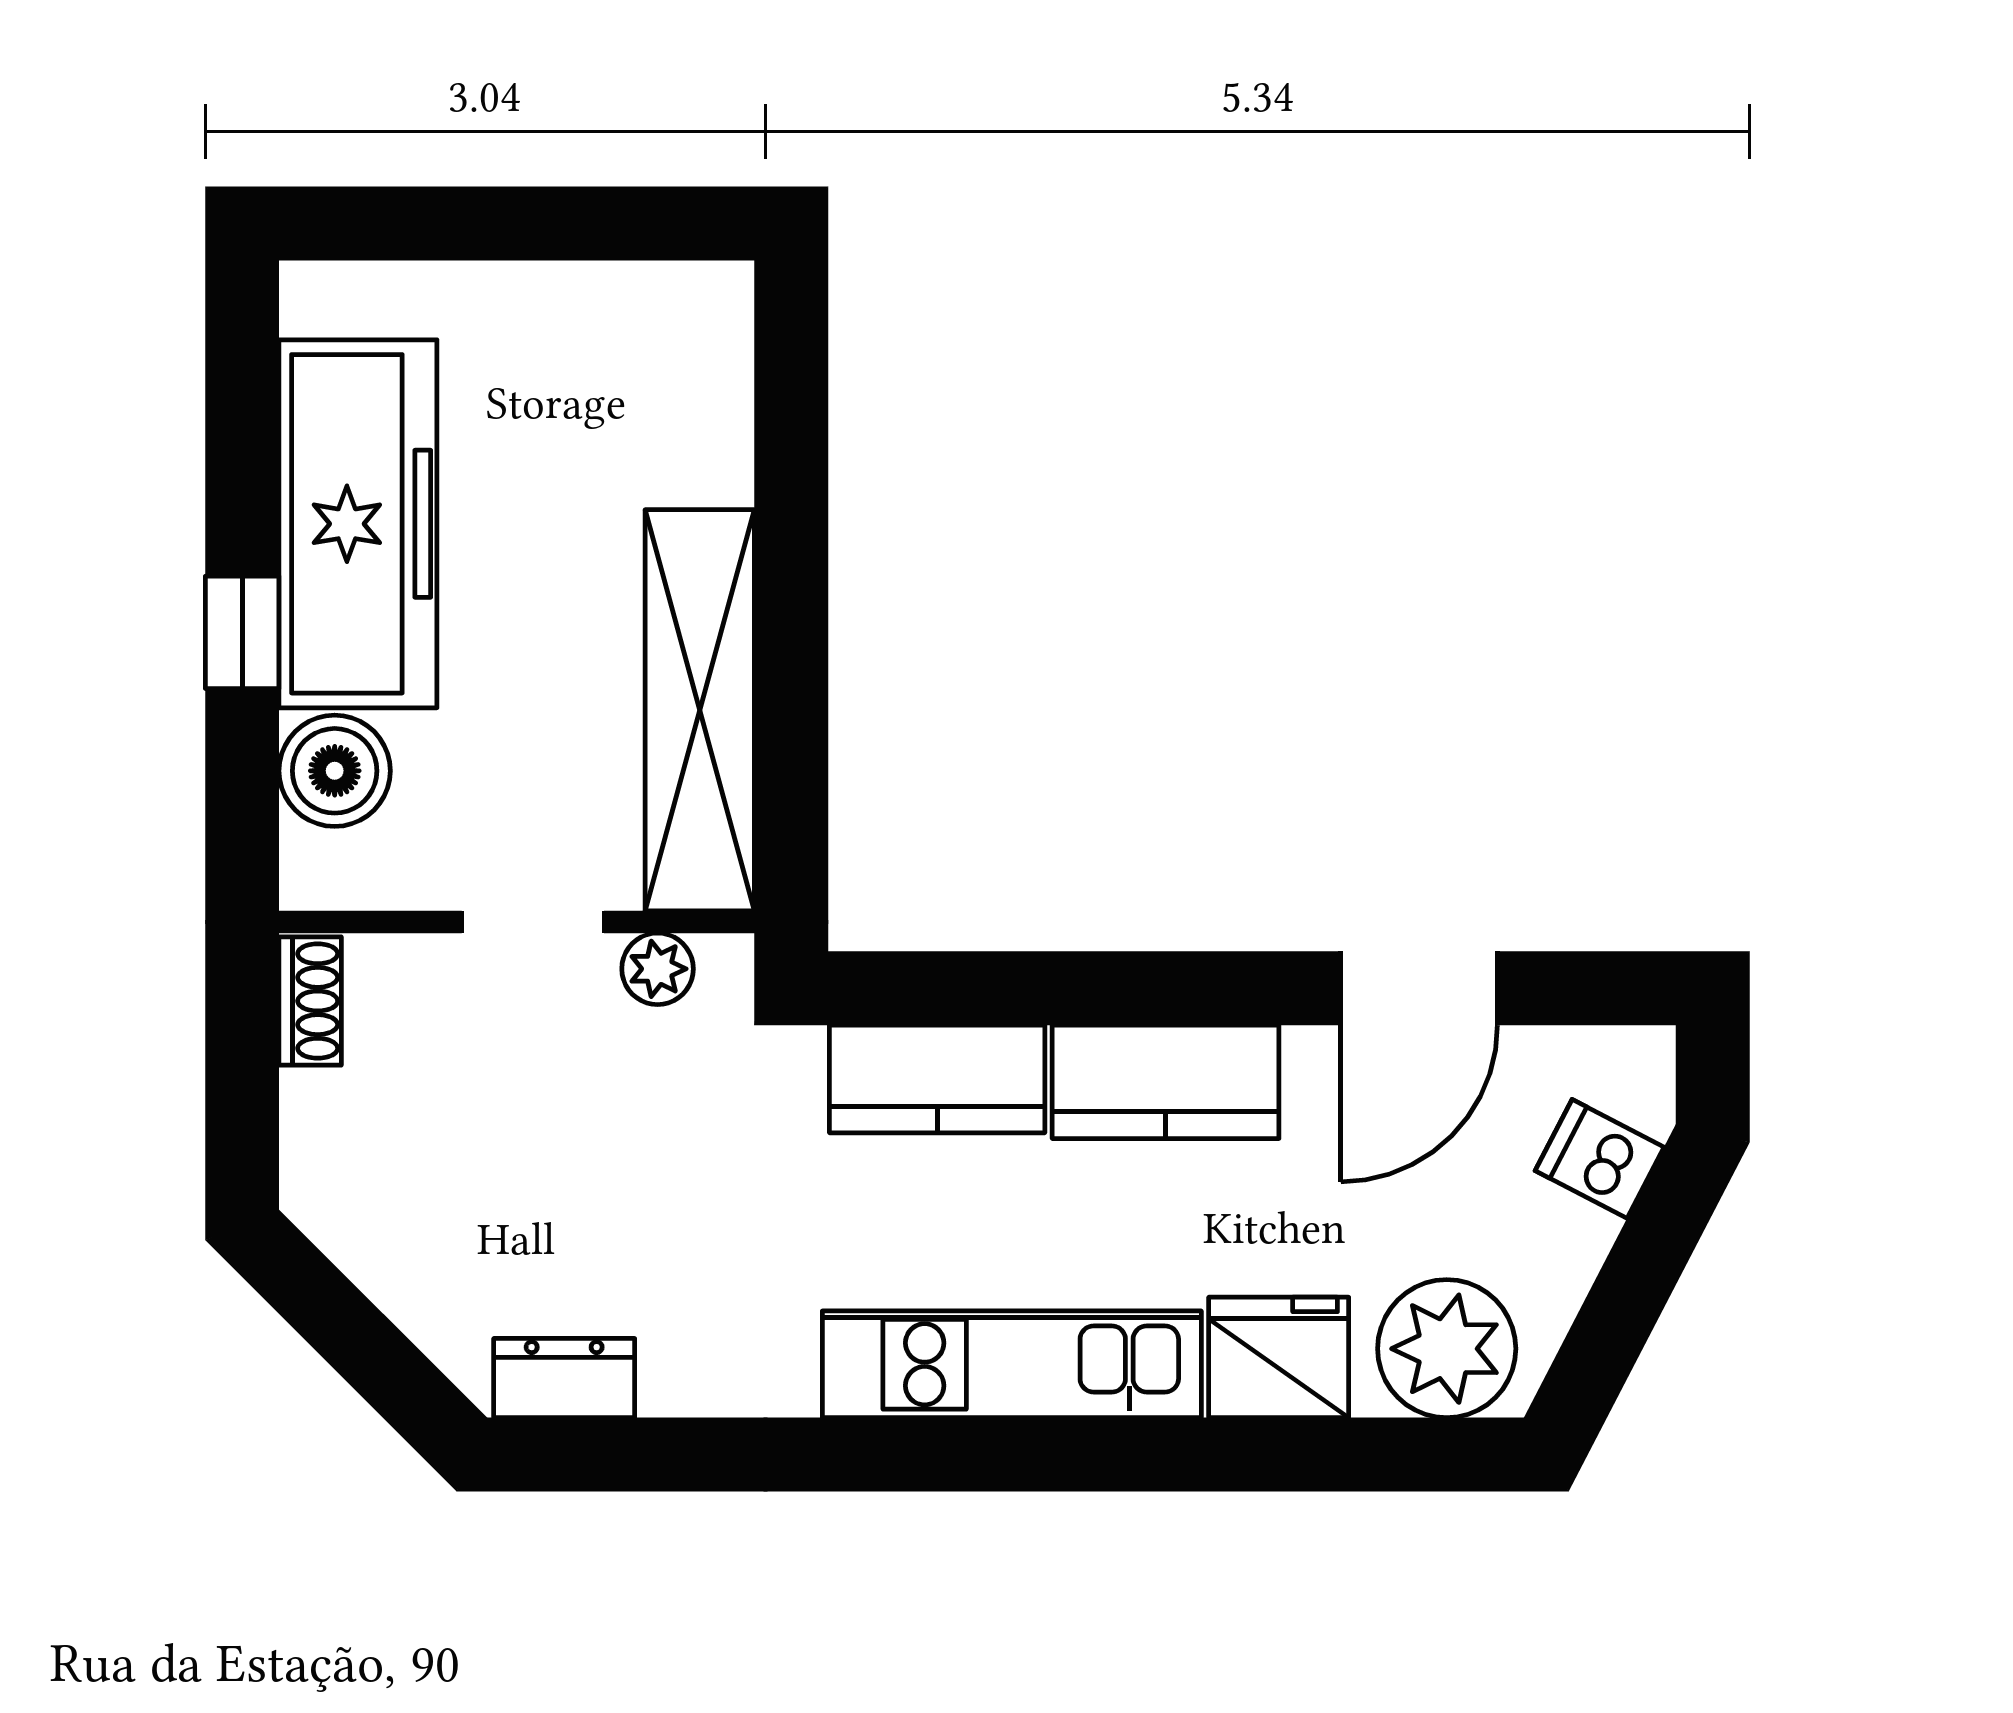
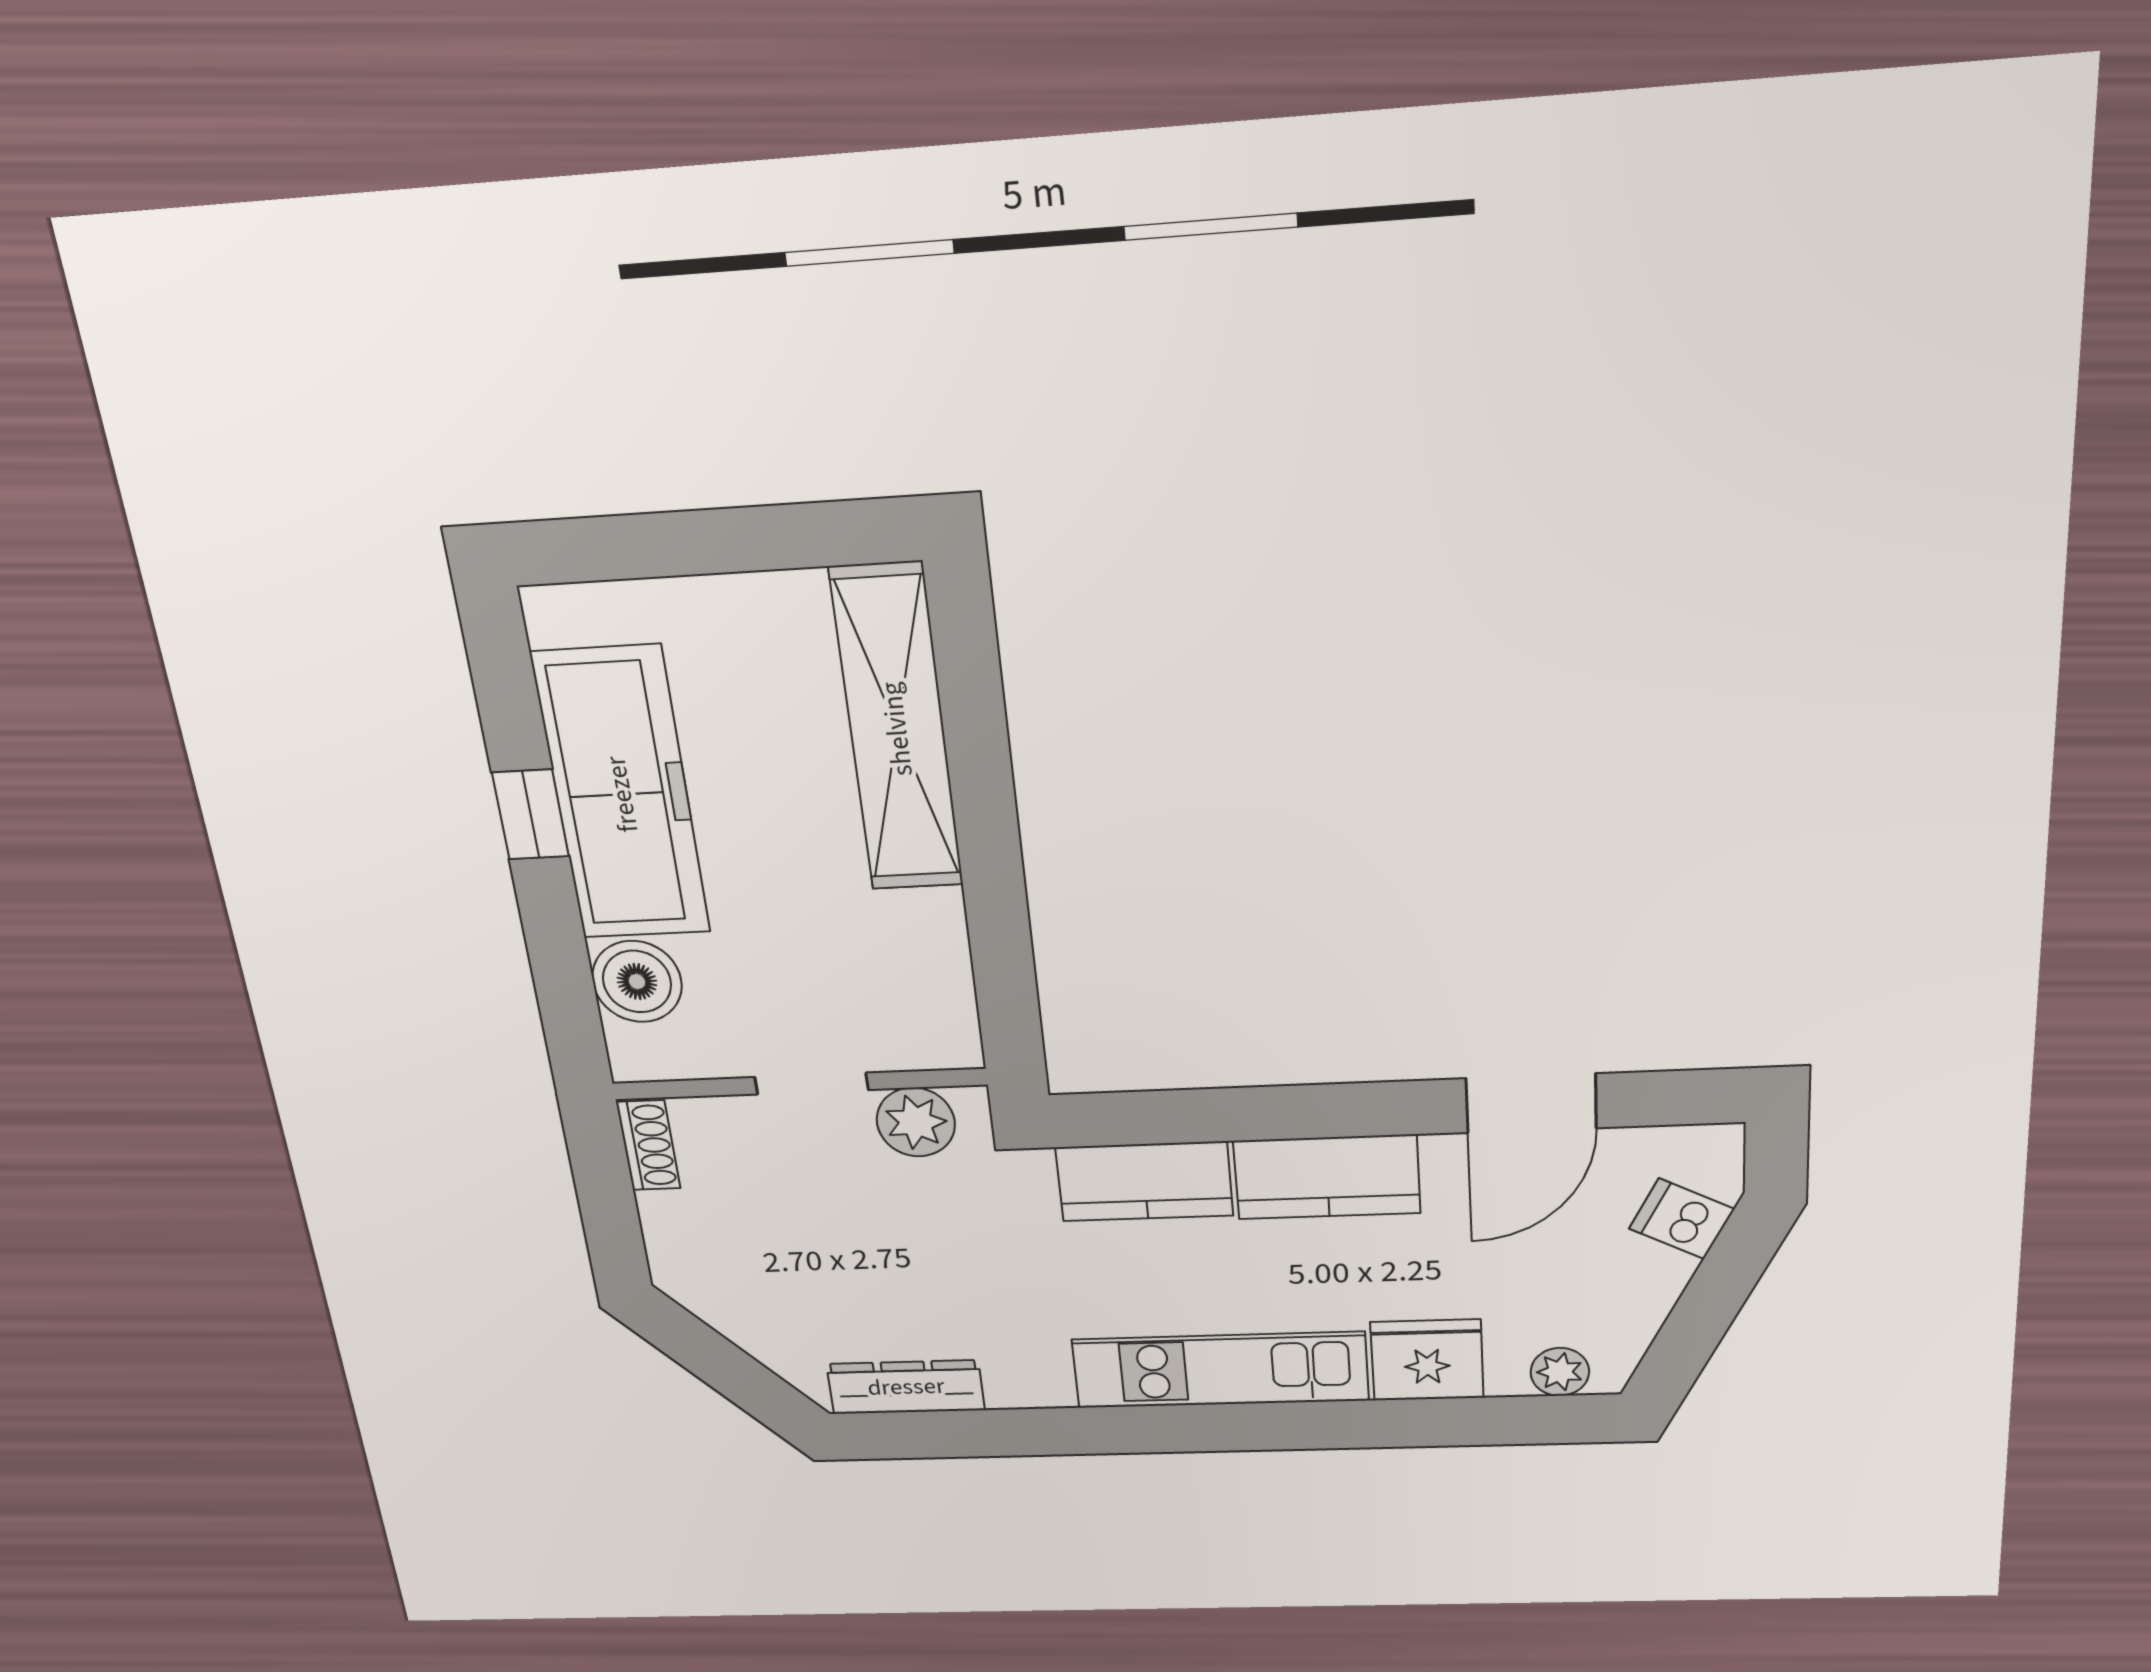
window: (242, 632) -> (530, 815), moved
shelving: (700, 710) -> (897, 729), moved
plant: (658, 969) -> (916, 1122), width x1.38, depth x1.38
plant: (1447, 1349) -> (1560, 1372), width x0.53, depth x0.53
dresser: (564, 1378) -> (906, 1387), width x1.44

